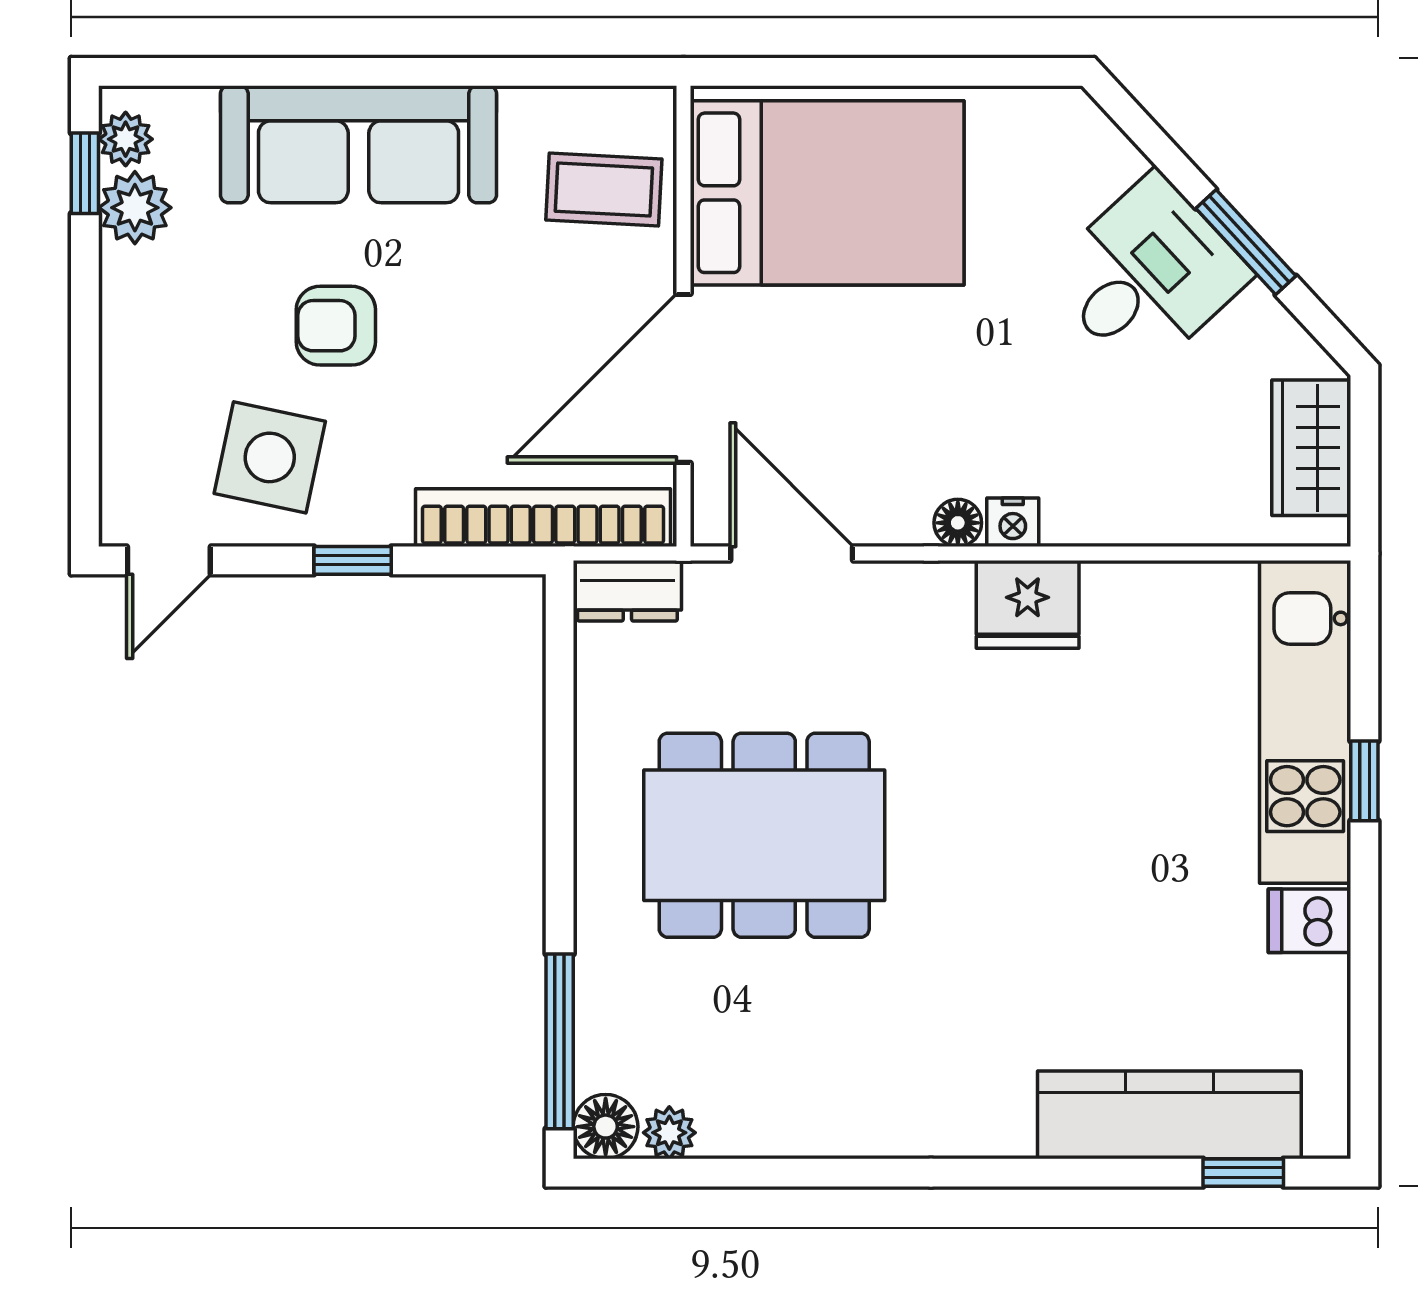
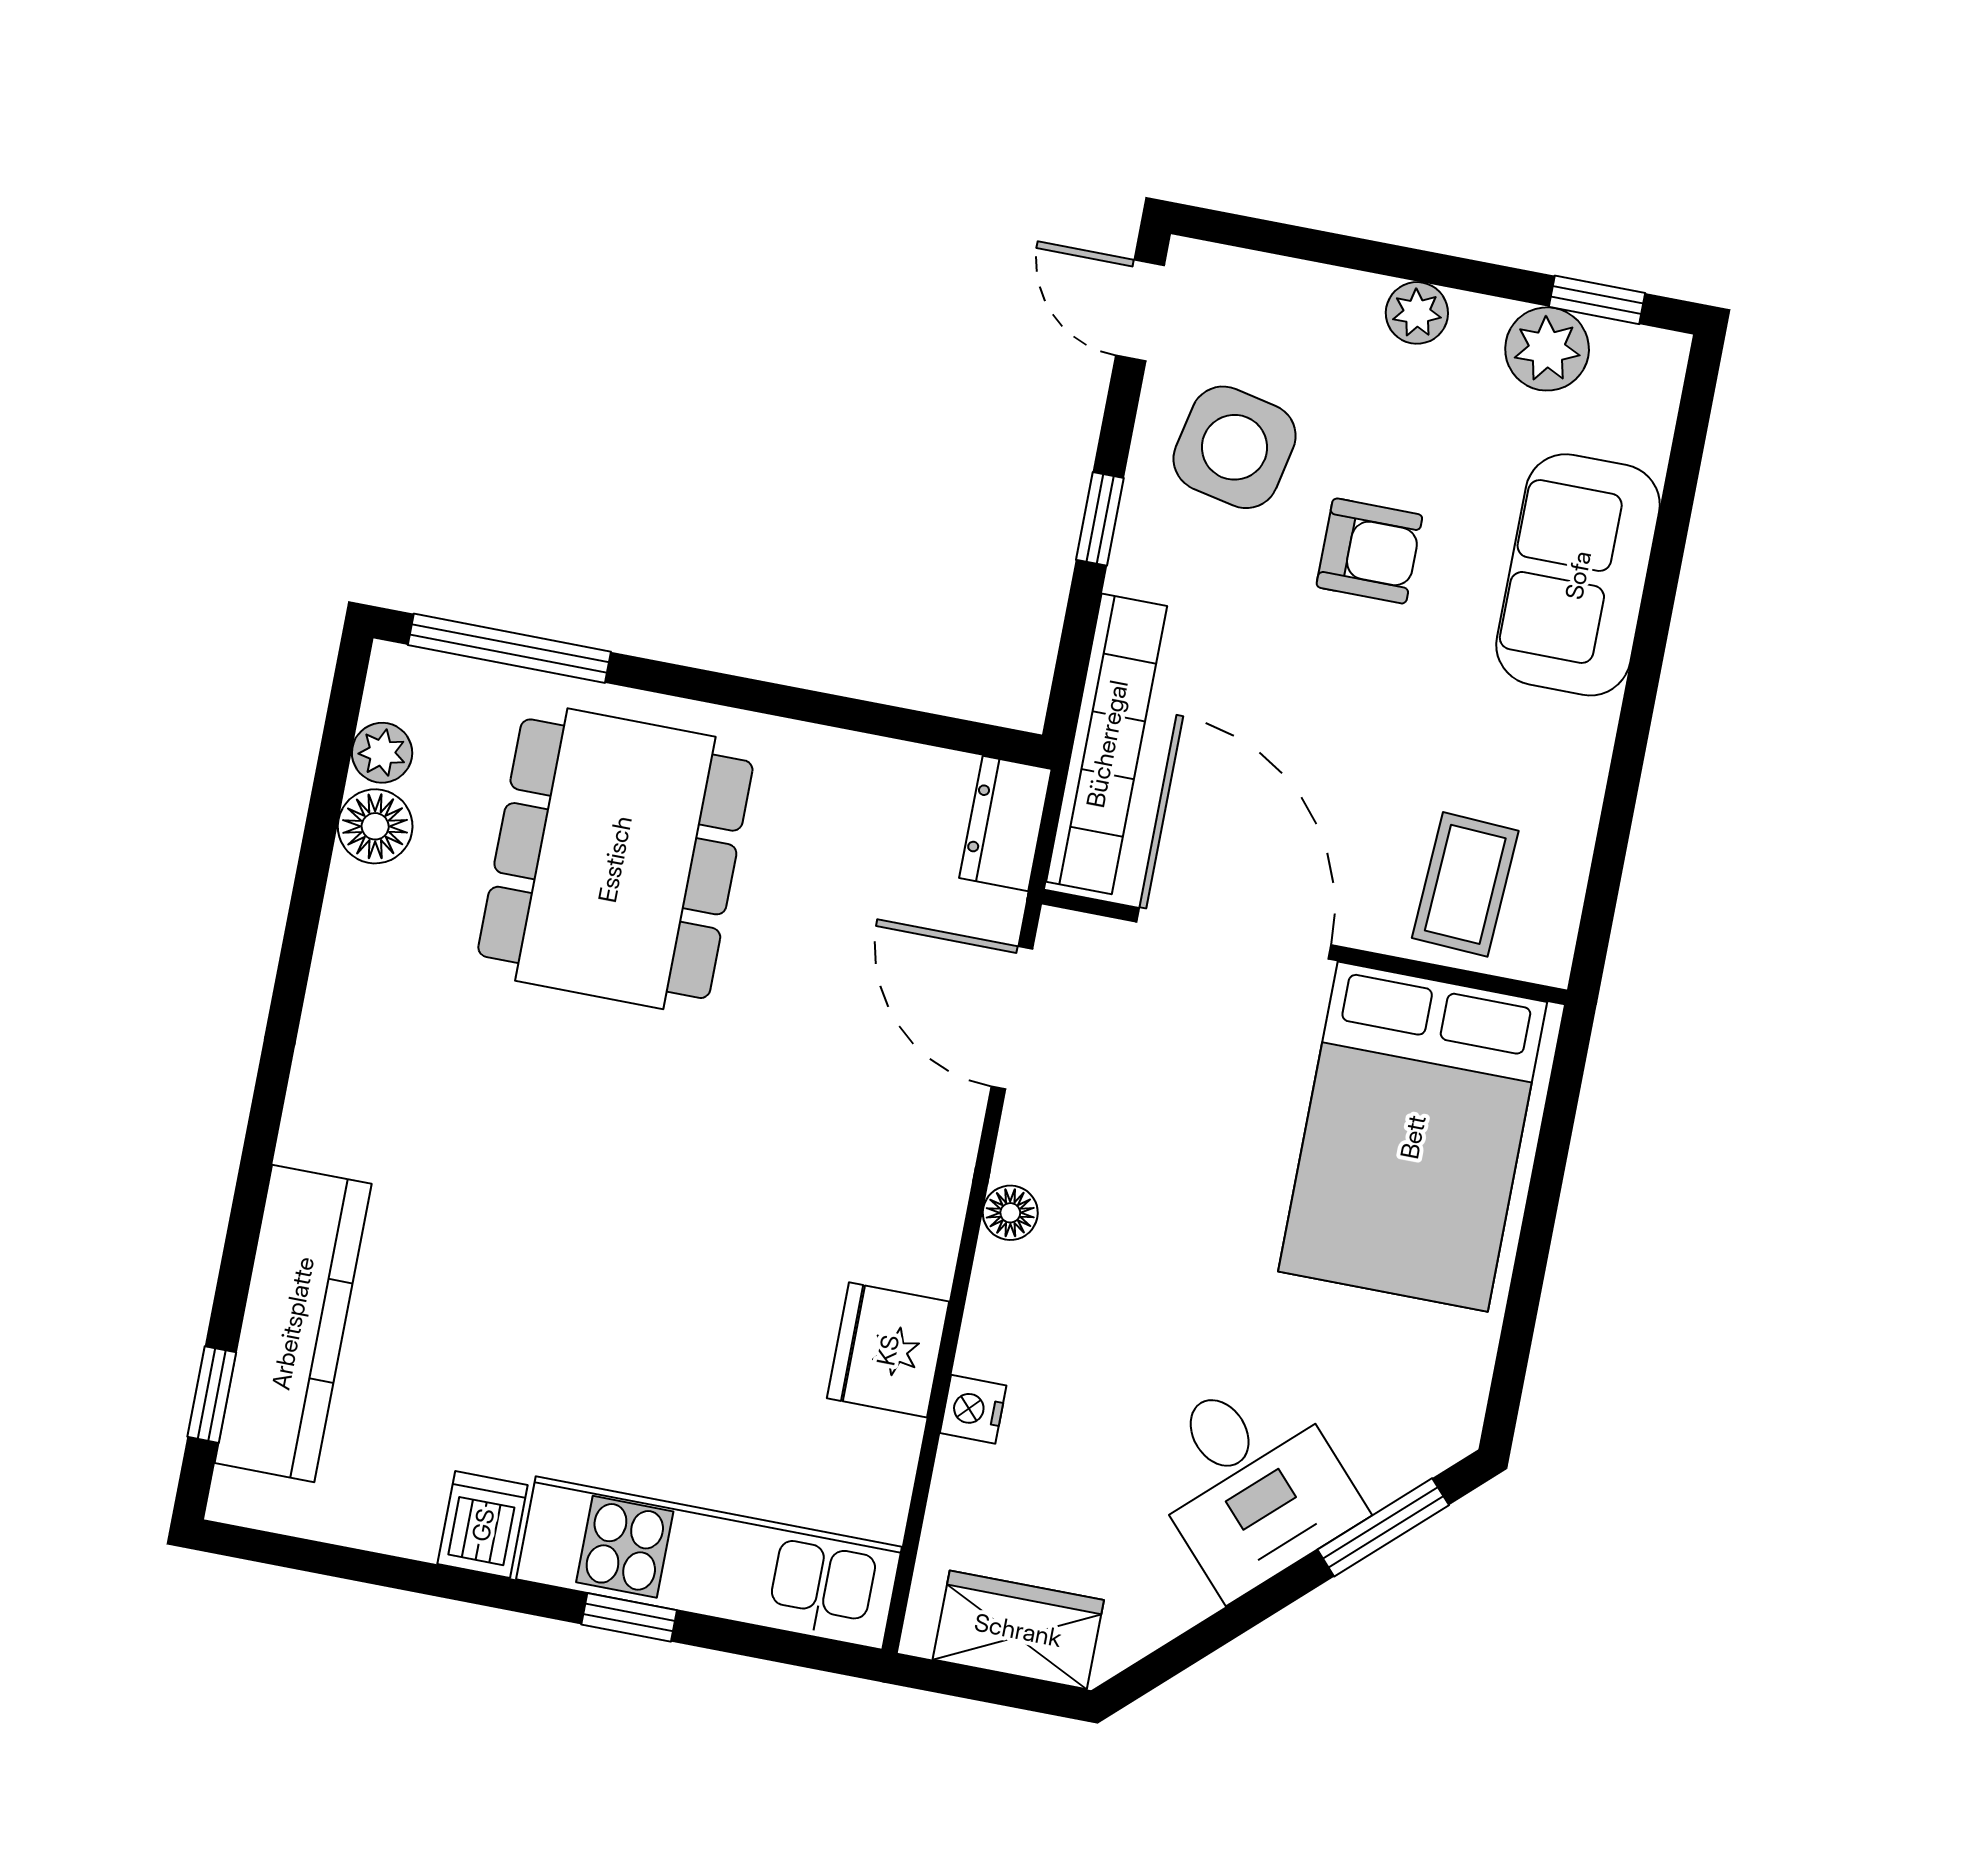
plant: (126, 139) -> (1417, 313), moved
sofa: (359, 144) -> (1578, 575), width x0.73
window: (1246, 242) -> (1383, 1527), moved
armchair: (336, 326) -> (1369, 551), turned 90
nightstand: (1013, 522) -> (973, 1409), moved
door: (792, 553) -> (1012, 1018), swing flipped
fridge: (1028, 604) -> (888, 1350), moved
dining table: (764, 835) -> (615, 859), moved
floor lamp: (606, 1127) -> (375, 826), moved

